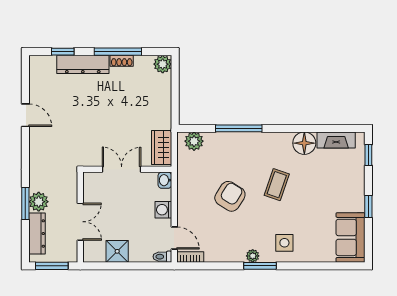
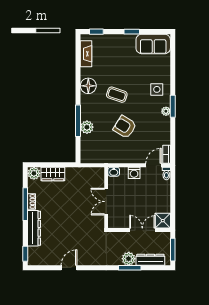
window: (63, 52) -> (25, 254), moved
plant: (194, 141) -> (87, 127), moved
floor lamp: (304, 143) -> (88, 86), moved
wardrobe: (162, 148) -> (53, 174), moved
shower: (117, 251) -> (163, 221), moved

